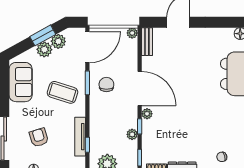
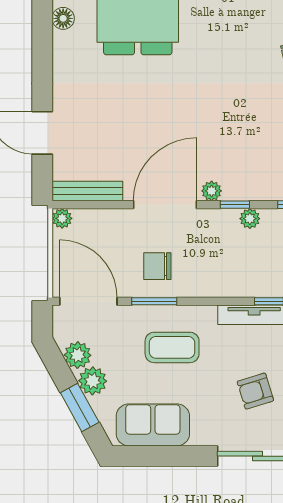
window: (43, 35) -> (80, 408), moved
bench: (147, 42) -> (87, 191), width x1.36
coffee table: (62, 92) -> (172, 347), turned 72

